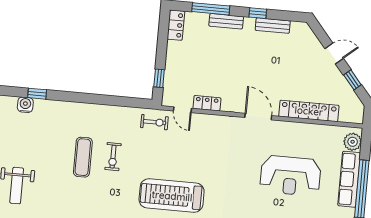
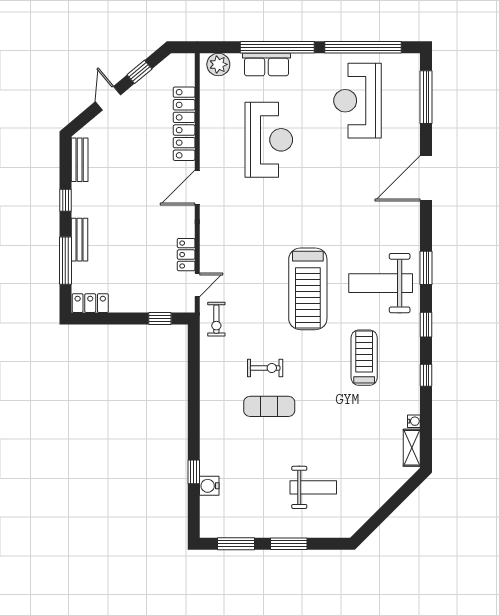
bench: (273, 26) -> (80, 160), moved
exercise bike: (154, 122) -> (216, 319), turned 180
row of seats: (349, 179) -> (267, 64), width x0.68

